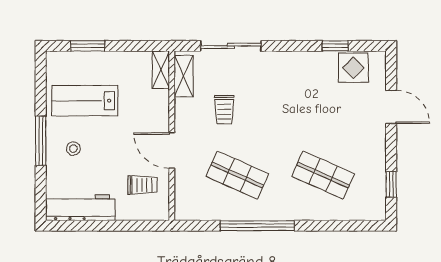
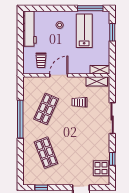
sliding door: (231, 46) -> (112, 118), moved
window: (41, 141) -> (90, 8), moved
shop shelf: (323, 175) -> (46, 153), turned -45

